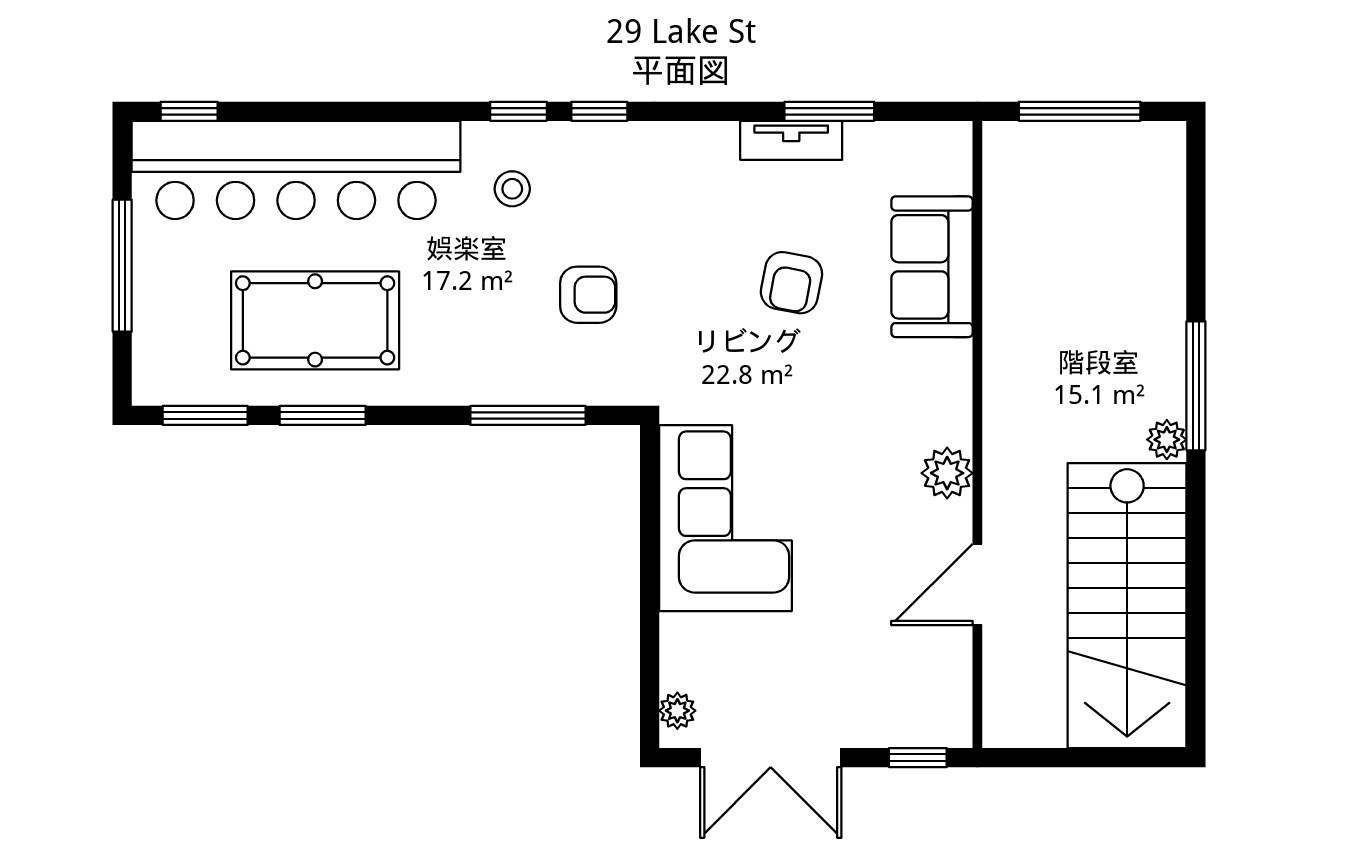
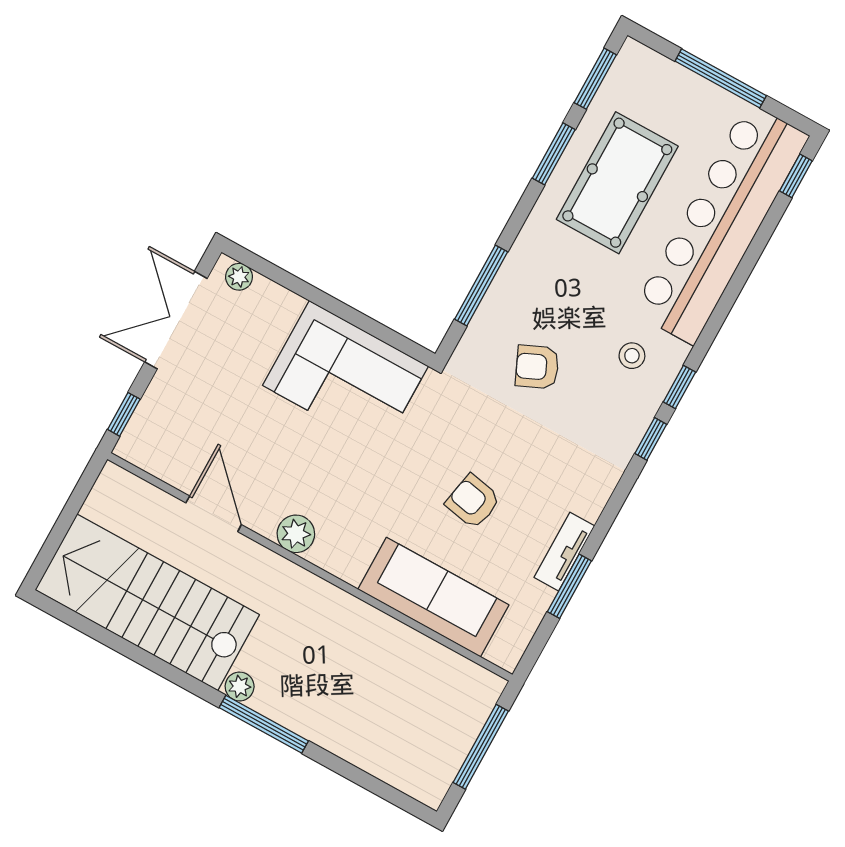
sofa: (932, 267) -> (433, 597), width x1.36
armchair: (588, 295) -> (537, 367), turned 66

